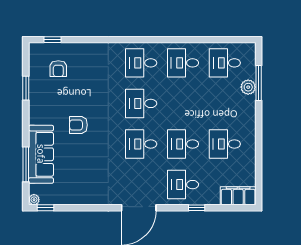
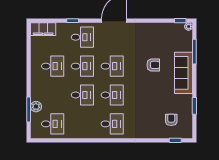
desk: (183, 63) -> (82, 95), moved
armchair: (78, 125) -> (153, 65), moved
sofa: (41, 154) -> (184, 73), moved

